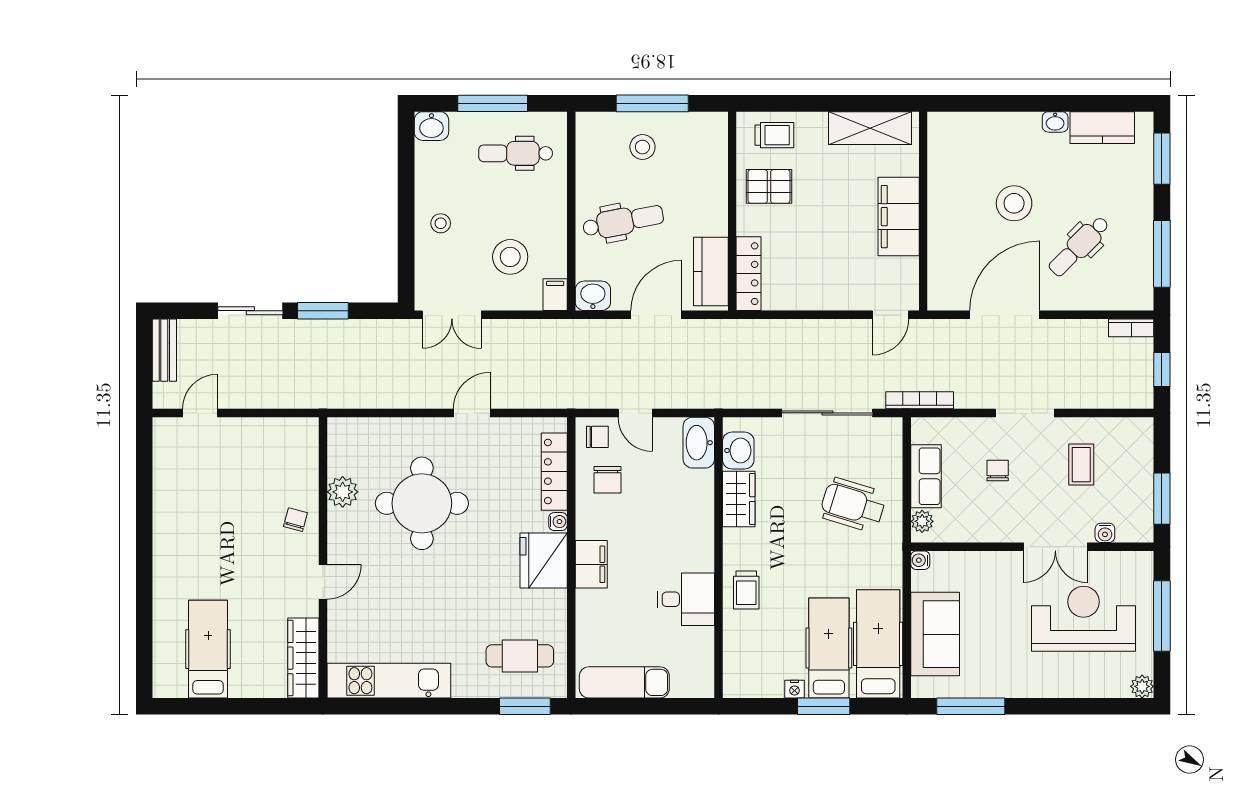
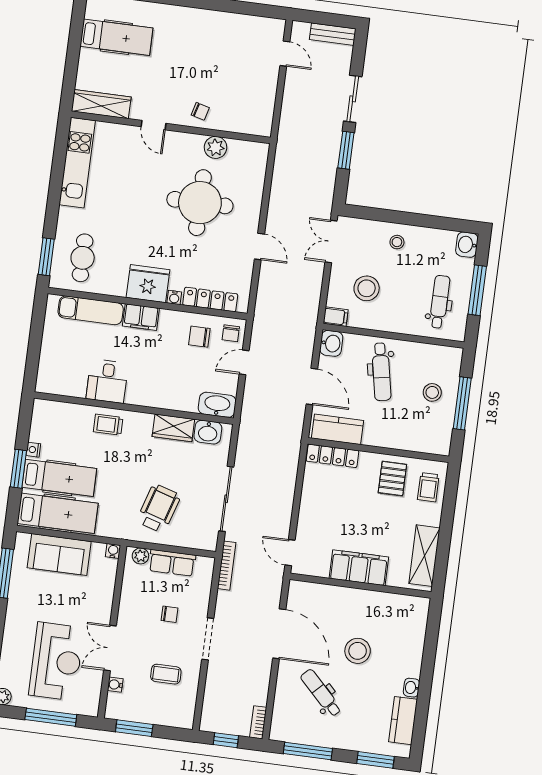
exam couch: (624, 682) -> (91, 310), moved, turned 90

